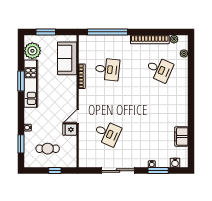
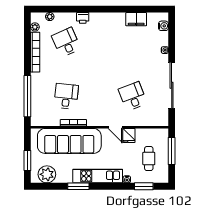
sofa: (67, 58) -> (69, 141), width x1.85, depth x1.27
desk: (159, 69) -> (66, 42), turned -48
kitchen unit: (31, 84) -> (98, 176), moved
printer: (183, 85) -> (83, 18), added
desk: (107, 133) -> (133, 96), turned -45
window: (55, 171) -> (172, 151), width x2.17
sliding door: (118, 171) -> (172, 85), width x1.36
window: (158, 171) -> (172, 44), removed

